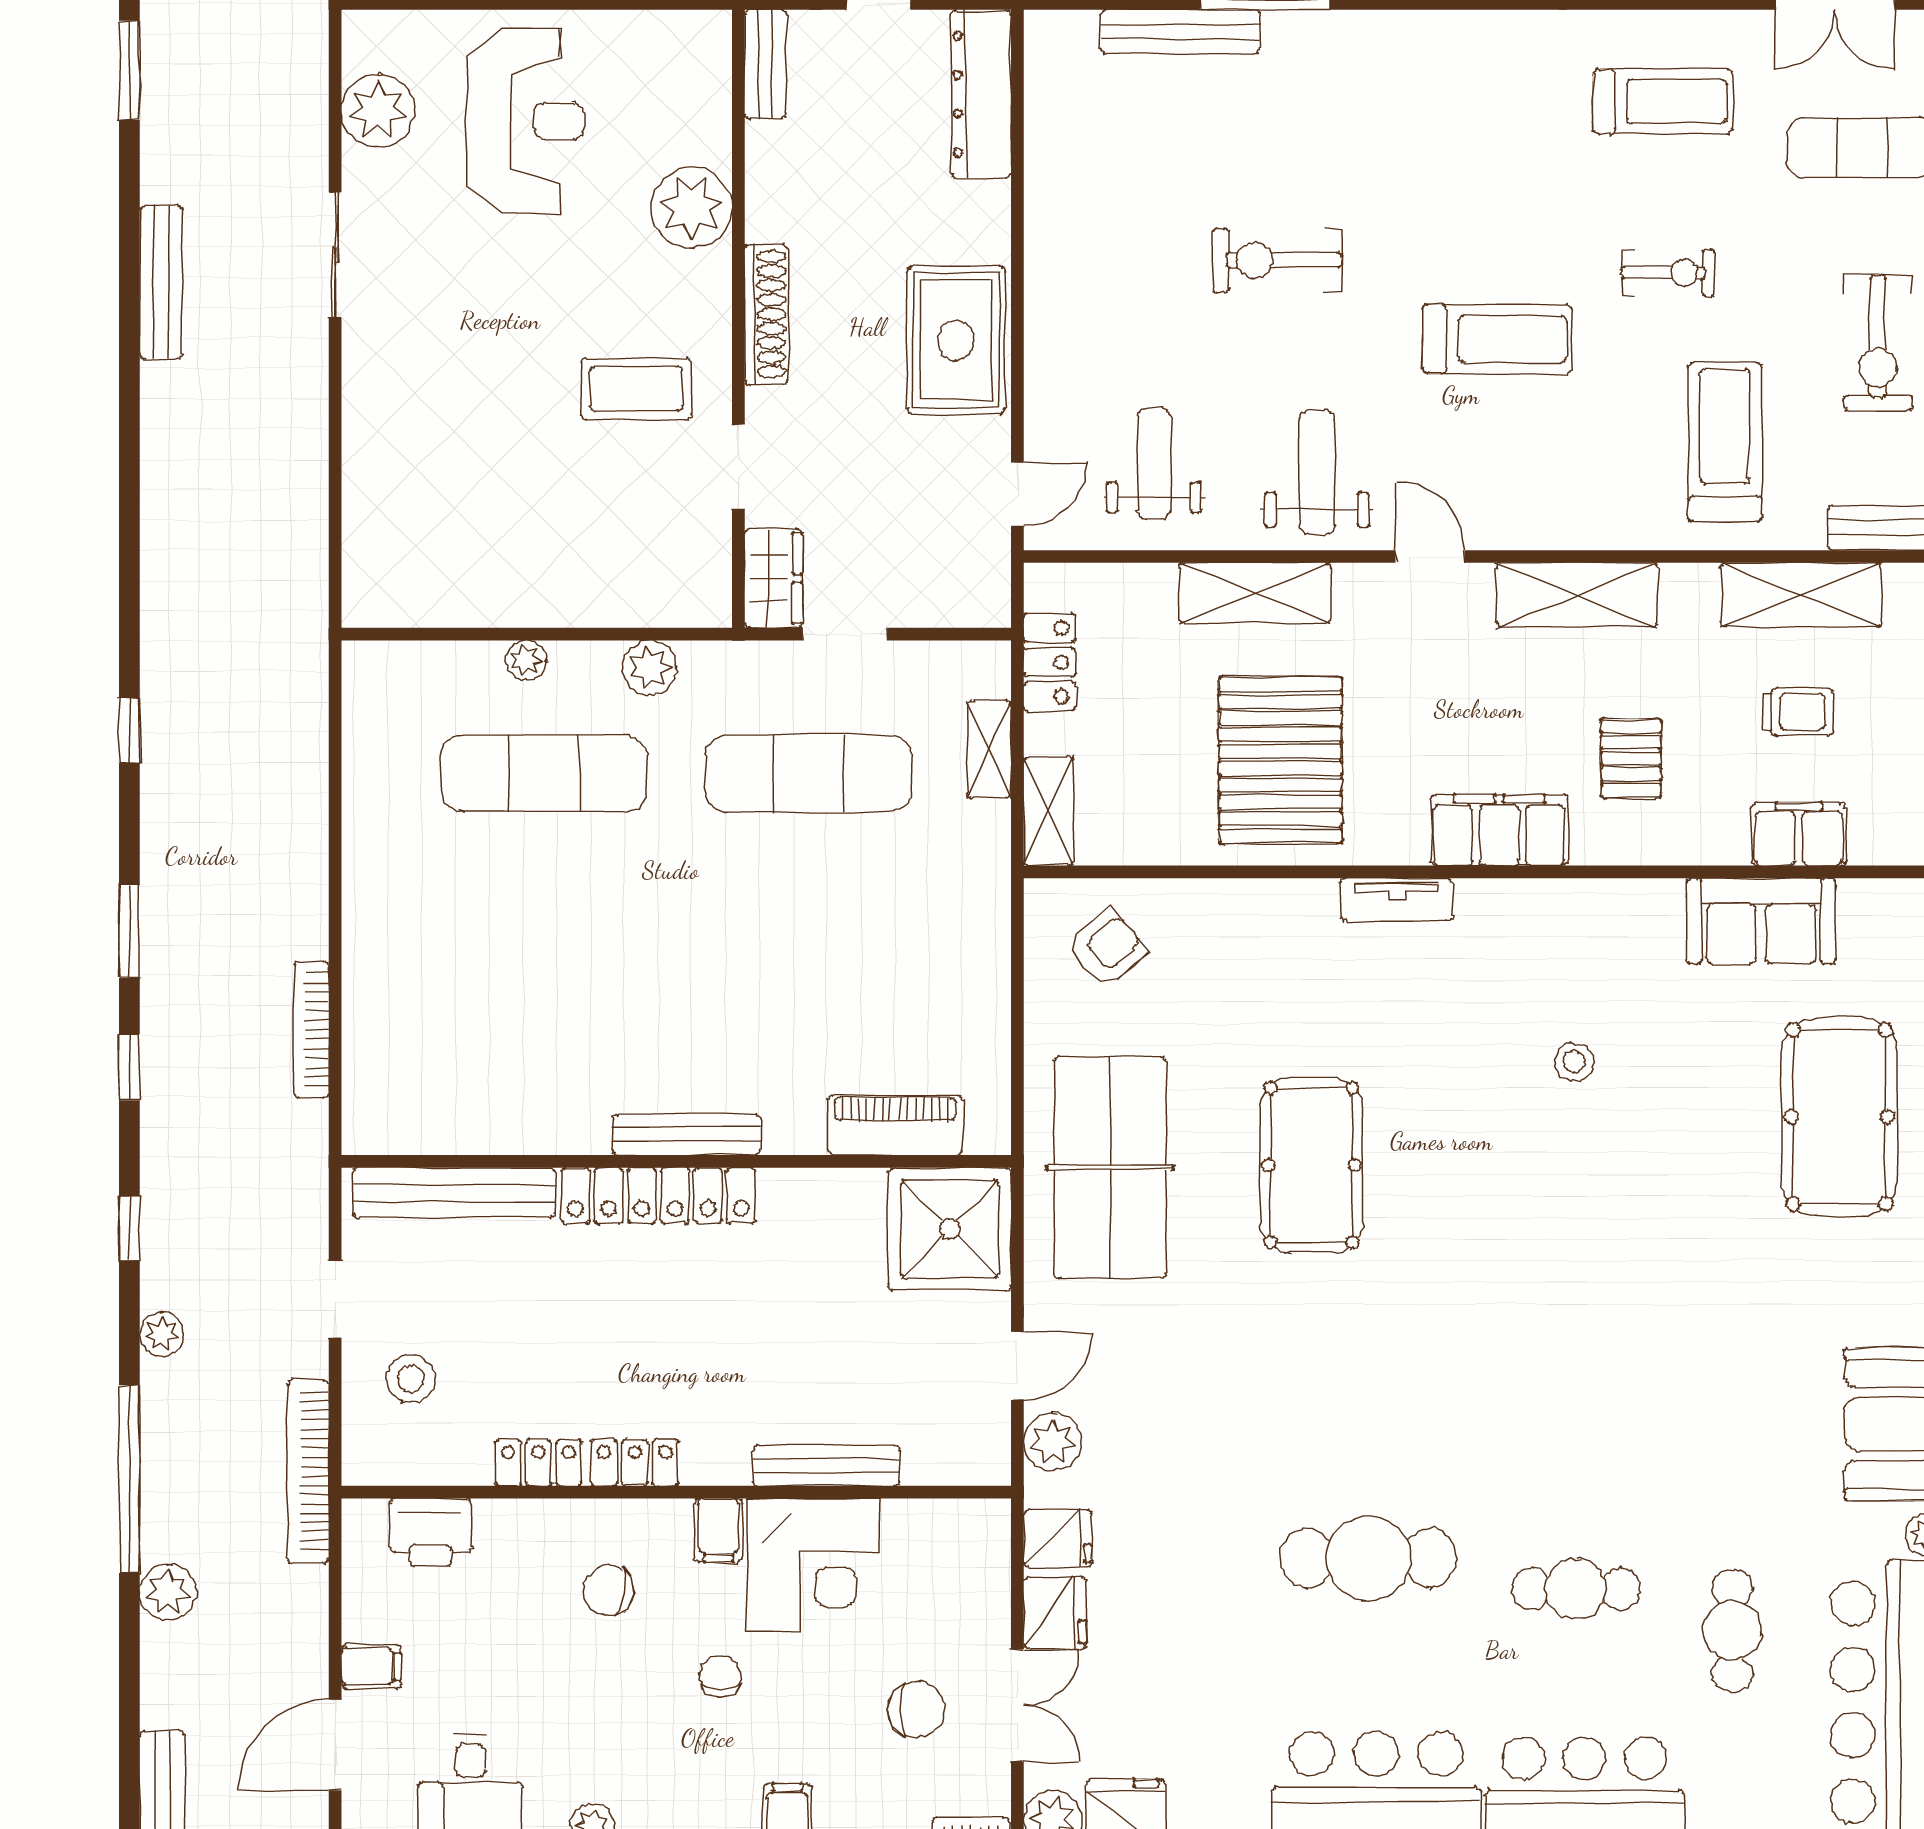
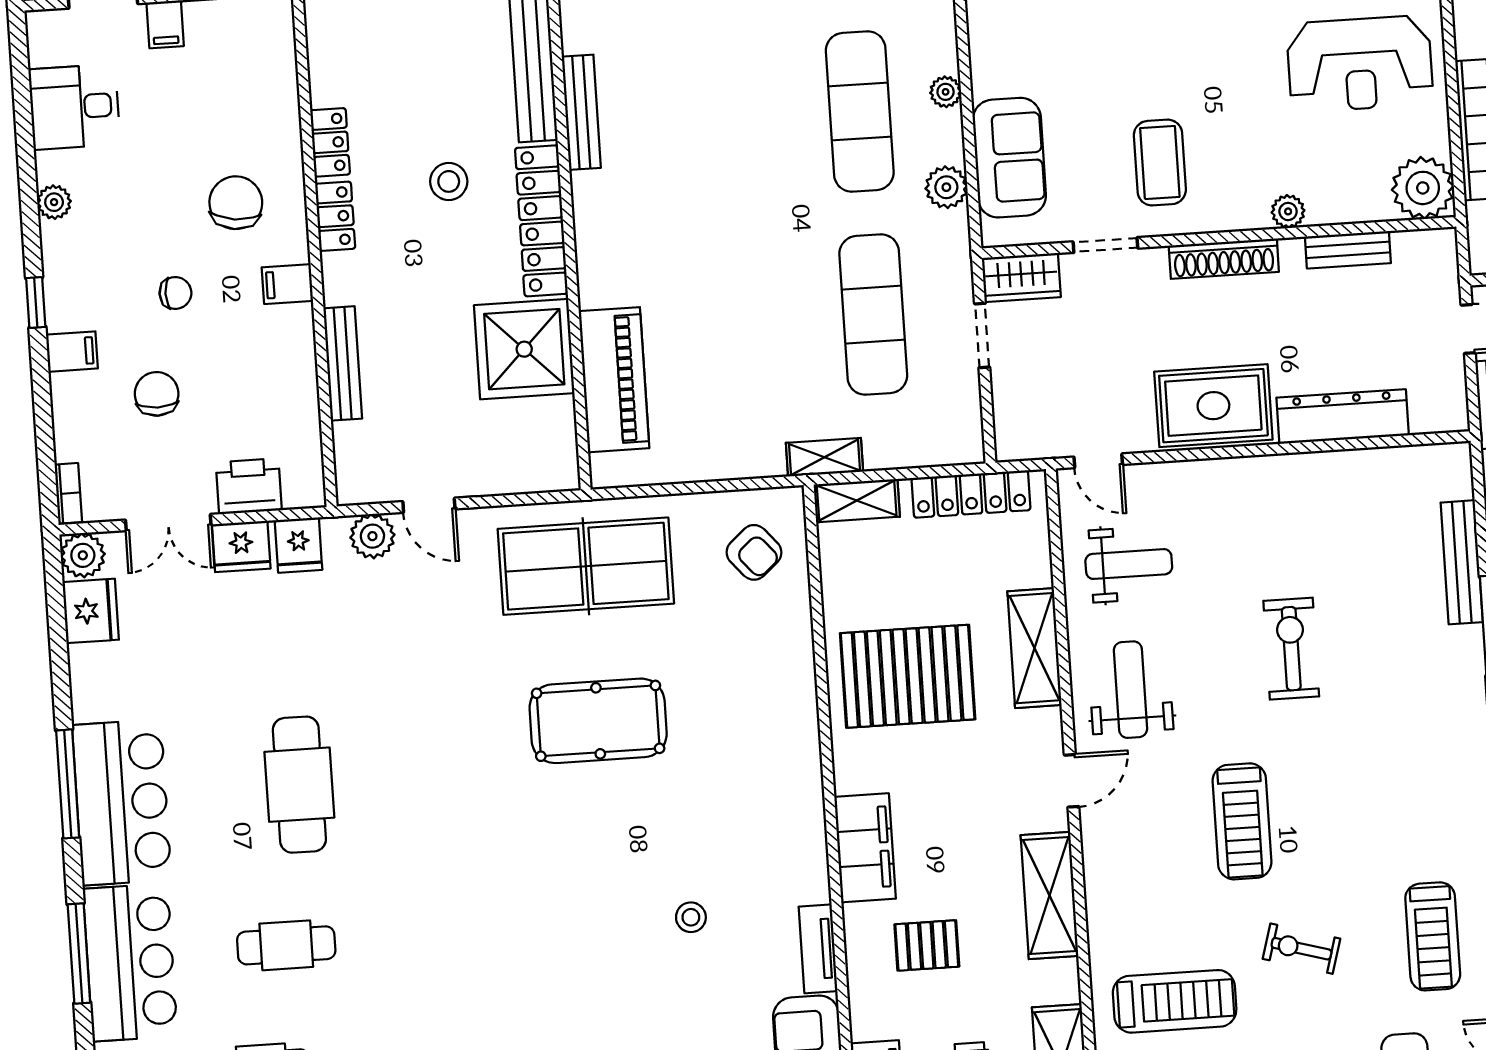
plant: (692, 50) -> (1423, 188), added
bench: (765, 64) -> (1348, 250), moved
dresser: (981, 94) -> (1343, 417), moved
plant: (692, 208) -> (1288, 211), width x0.53, depth x0.53
exercise bike: (1667, 273) -> (1301, 949), turned 106
weight bench: (1317, 472) -> (1131, 690), turned -90
sofa: (617, 584) -> (1009, 158), added
locker: (1050, 662) -> (971, 494), width x1.53
shelving: (989, 749) -> (824, 457), moved
tv unit: (1397, 900) -> (818, 949), moved
piano: (895, 1125) -> (614, 380), width x1.37, depth x1.33
bench: (686, 1134) -> (581, 112), moved
shower: (950, 1229) -> (524, 349), moved
stool: (411, 1379) -> (449, 181), moved
printer: (430, 1532) -> (249, 486), moved, turned 90
corner desk: (813, 1565) -> (266, 358), removed
cafe table: (1576, 1589) -> (286, 945), turned 90
chair: (609, 1590) -> (236, 203), width x1.37, depth x1.37
chair: (916, 1709) -> (157, 394), moved, turned 180

